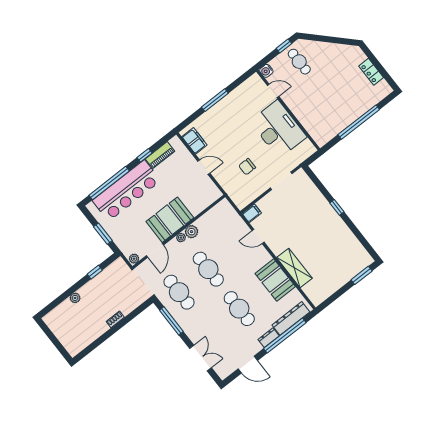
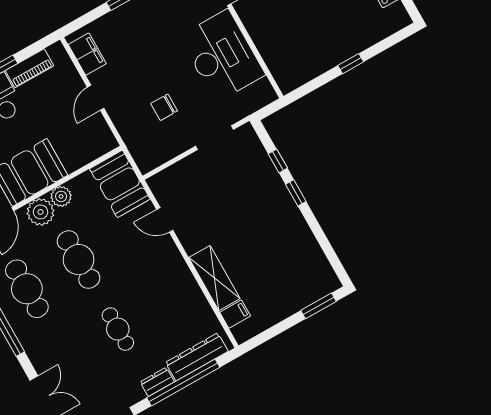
window: (359, 122) -> (351, 64), width x0.32
door: (204, 167) -> (96, 98), swing flipped
window: (323, 189) -> (278, 161), added
filing cabinet: (252, 213) -> (235, 314), moved
plant: (181, 238) -> (41, 212), width x1.87, depth x1.87
booth: (275, 280) -> (120, 184), moved
cafe table: (239, 309) -> (118, 329), width x0.73, depth x0.74

